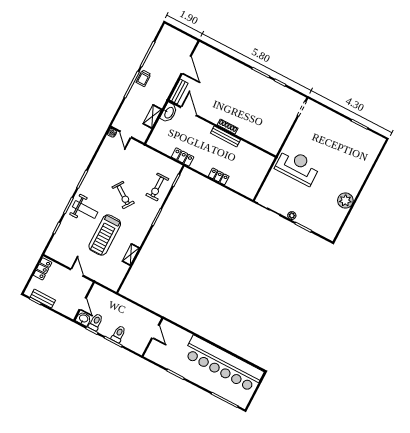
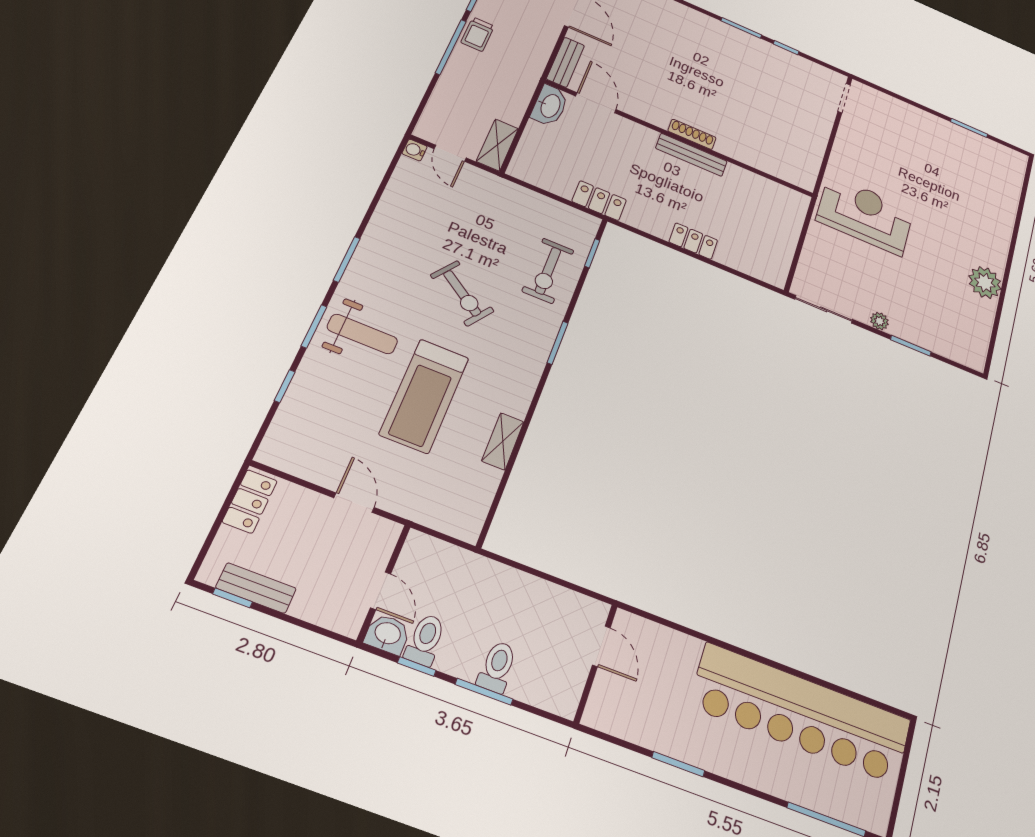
shelving: (152, 116) -> (497, 145), moved

